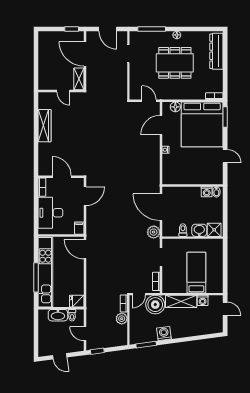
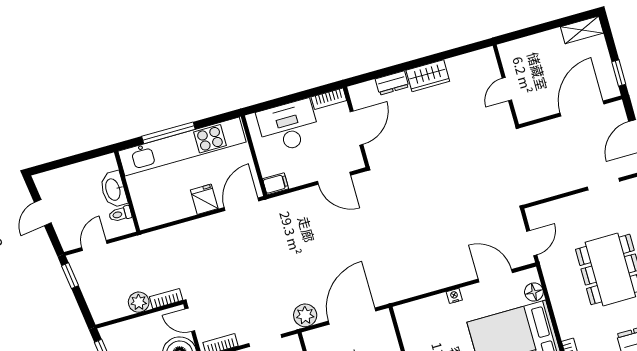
shelving: (79, 79) -> (582, 30), moved
wardrobe: (44, 126) -> (428, 76), width x0.67
dresser: (43, 151) -> (392, 83), added
fridge: (77, 301) -> (204, 199), moved

